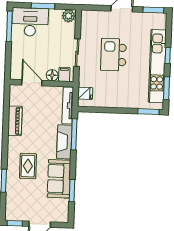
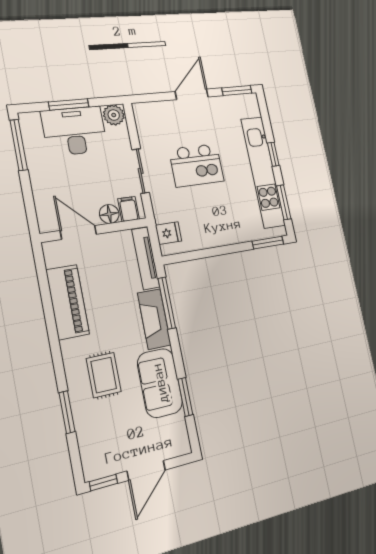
desk: (30, 22) -> (75, 131), moved
kitchen island: (113, 55) -> (197, 165), turned -90
piano: (15, 121) -> (68, 302), width x1.37, depth x1.33

